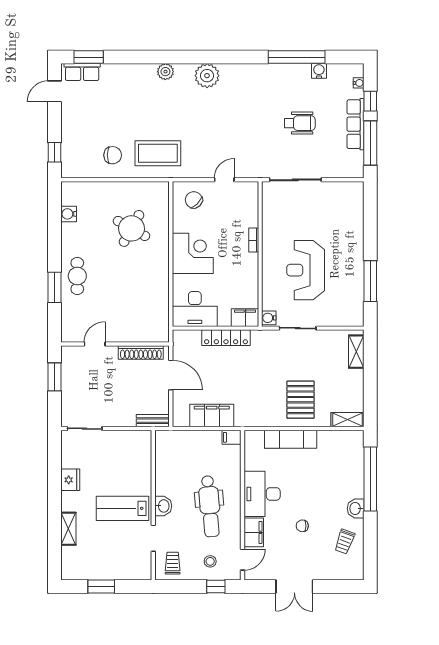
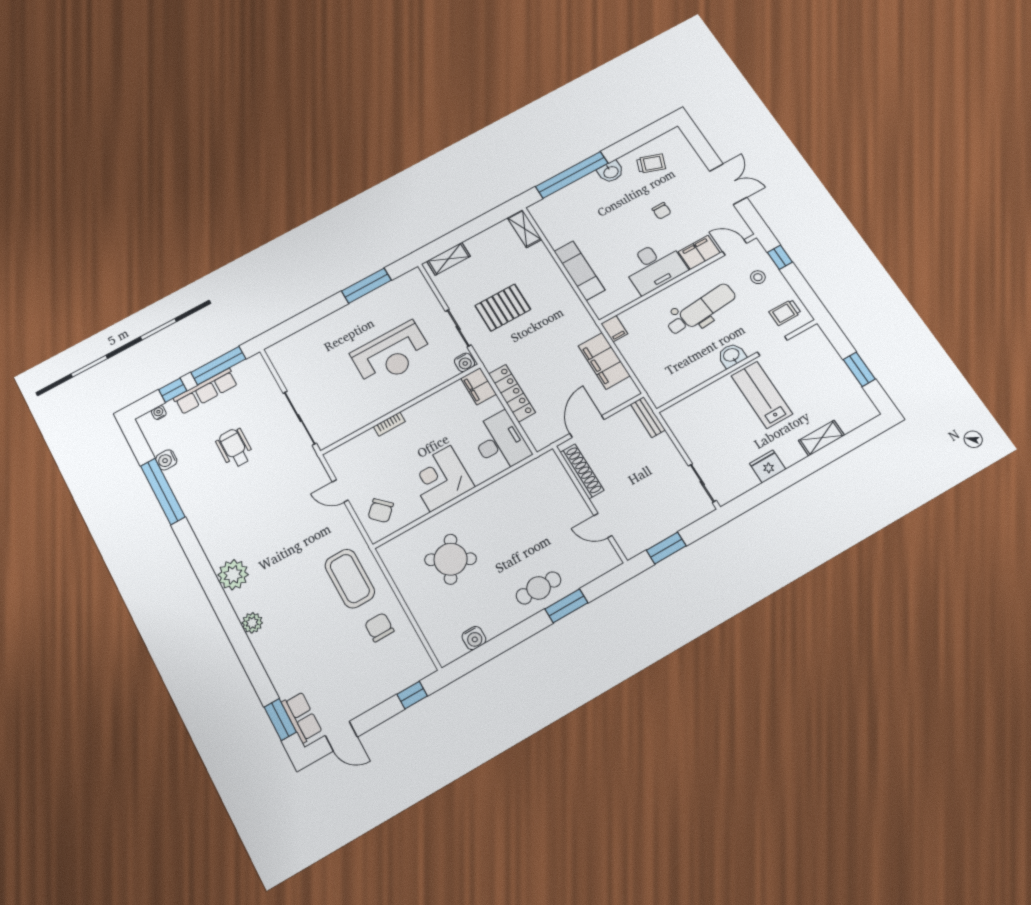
pallet: (301, 400) -> (503, 308), moved
lab bench: (122, 508) -> (762, 395), turned 180

